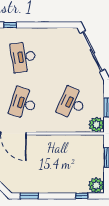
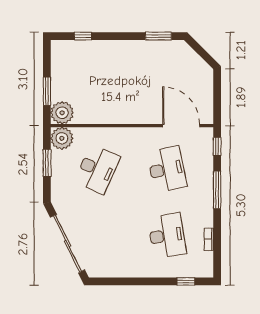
desk: (23, 103) -> (167, 169), turned -30
plant: (96, 185) -> (62, 113), moved

